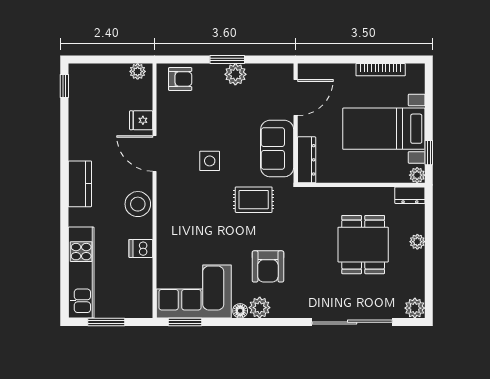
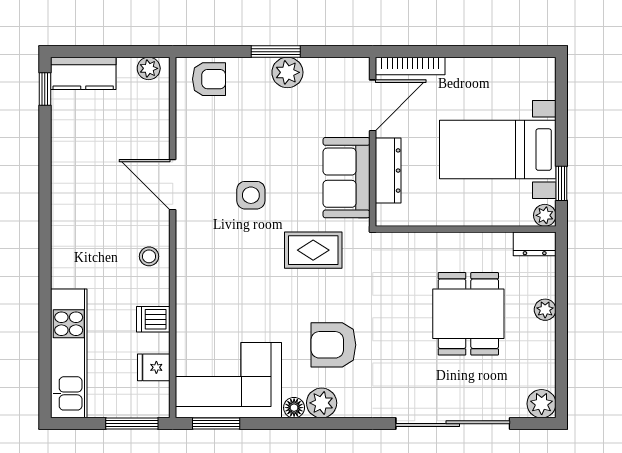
bookcase: (381, 70) -> (410, 66), moved
fridge: (141, 120) -> (154, 367), moved
dresser: (307, 160) -> (388, 171), moved
kitchen counter: (80, 184) -> (83, 73), moved, turned 90
stool: (138, 204) -> (149, 256), width x0.53, depth x0.53
armchair: (268, 266) -> (333, 345), turned 90
window: (106, 322) -> (132, 424), moved

